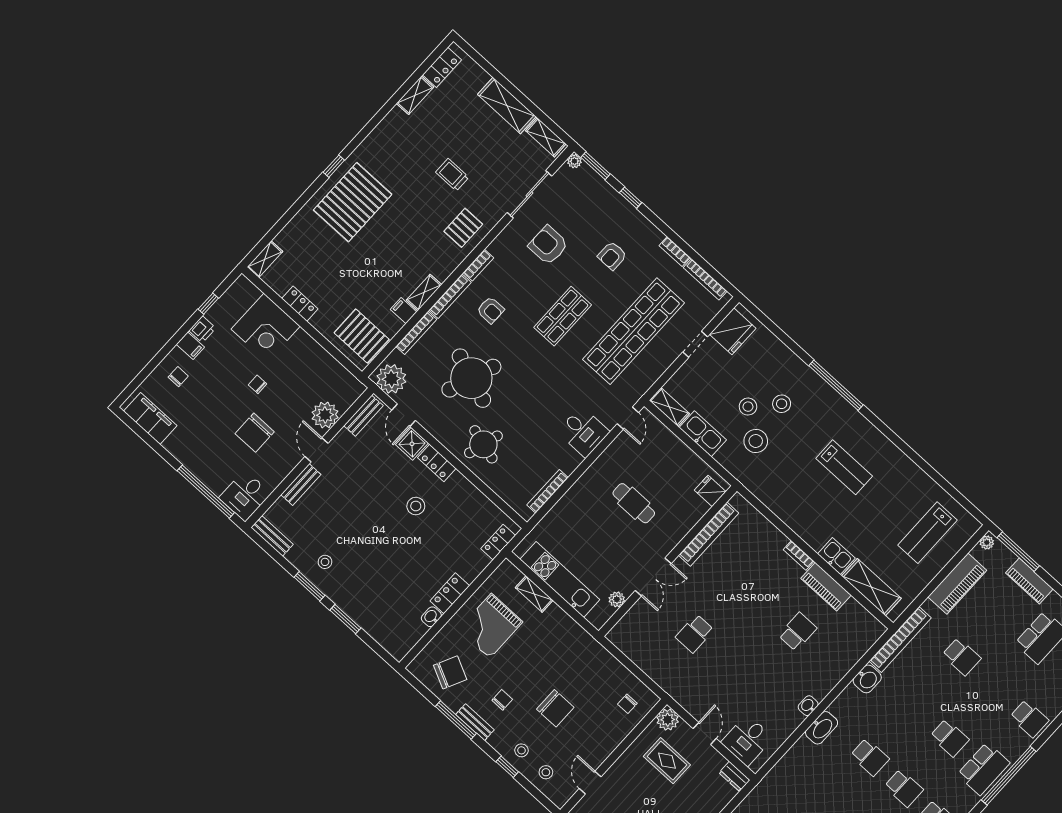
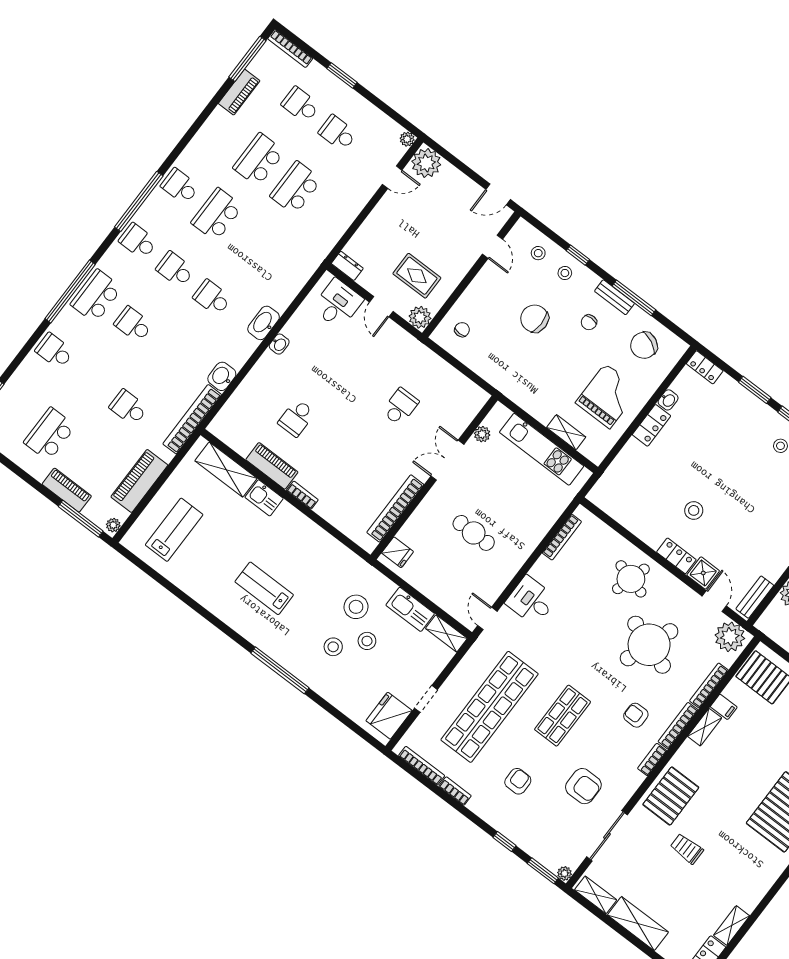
trolley: (452, 175) -> (687, 849), turned 180
pallet: (463, 228) -> (671, 796), width x1.50, depth x1.42
locker: (498, 542) -> (705, 367), moved, turned 90

